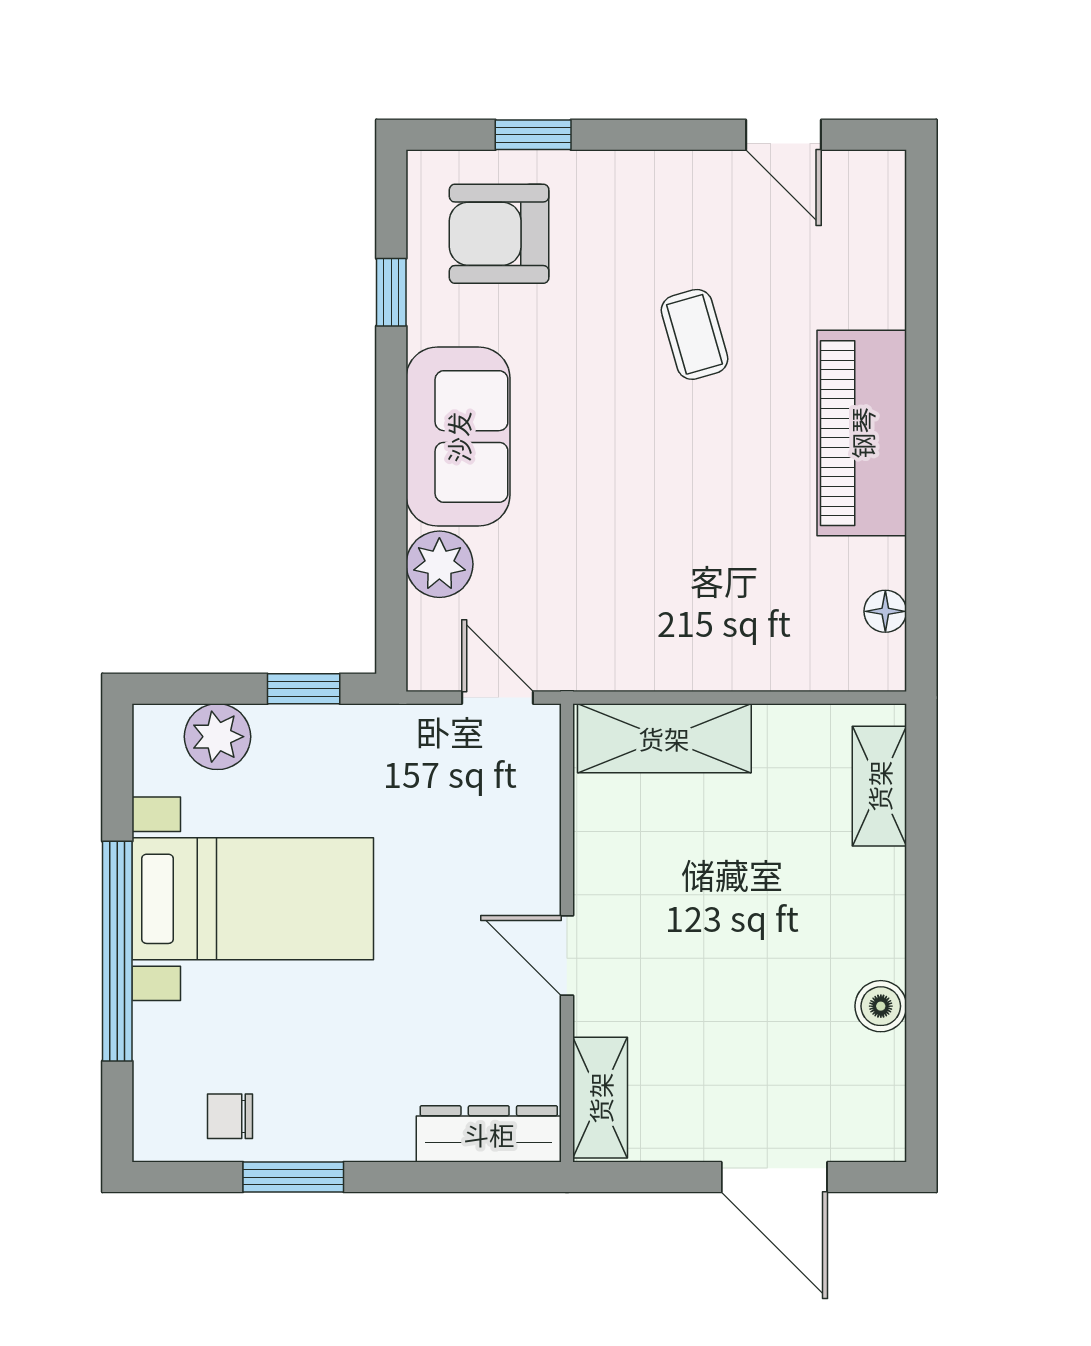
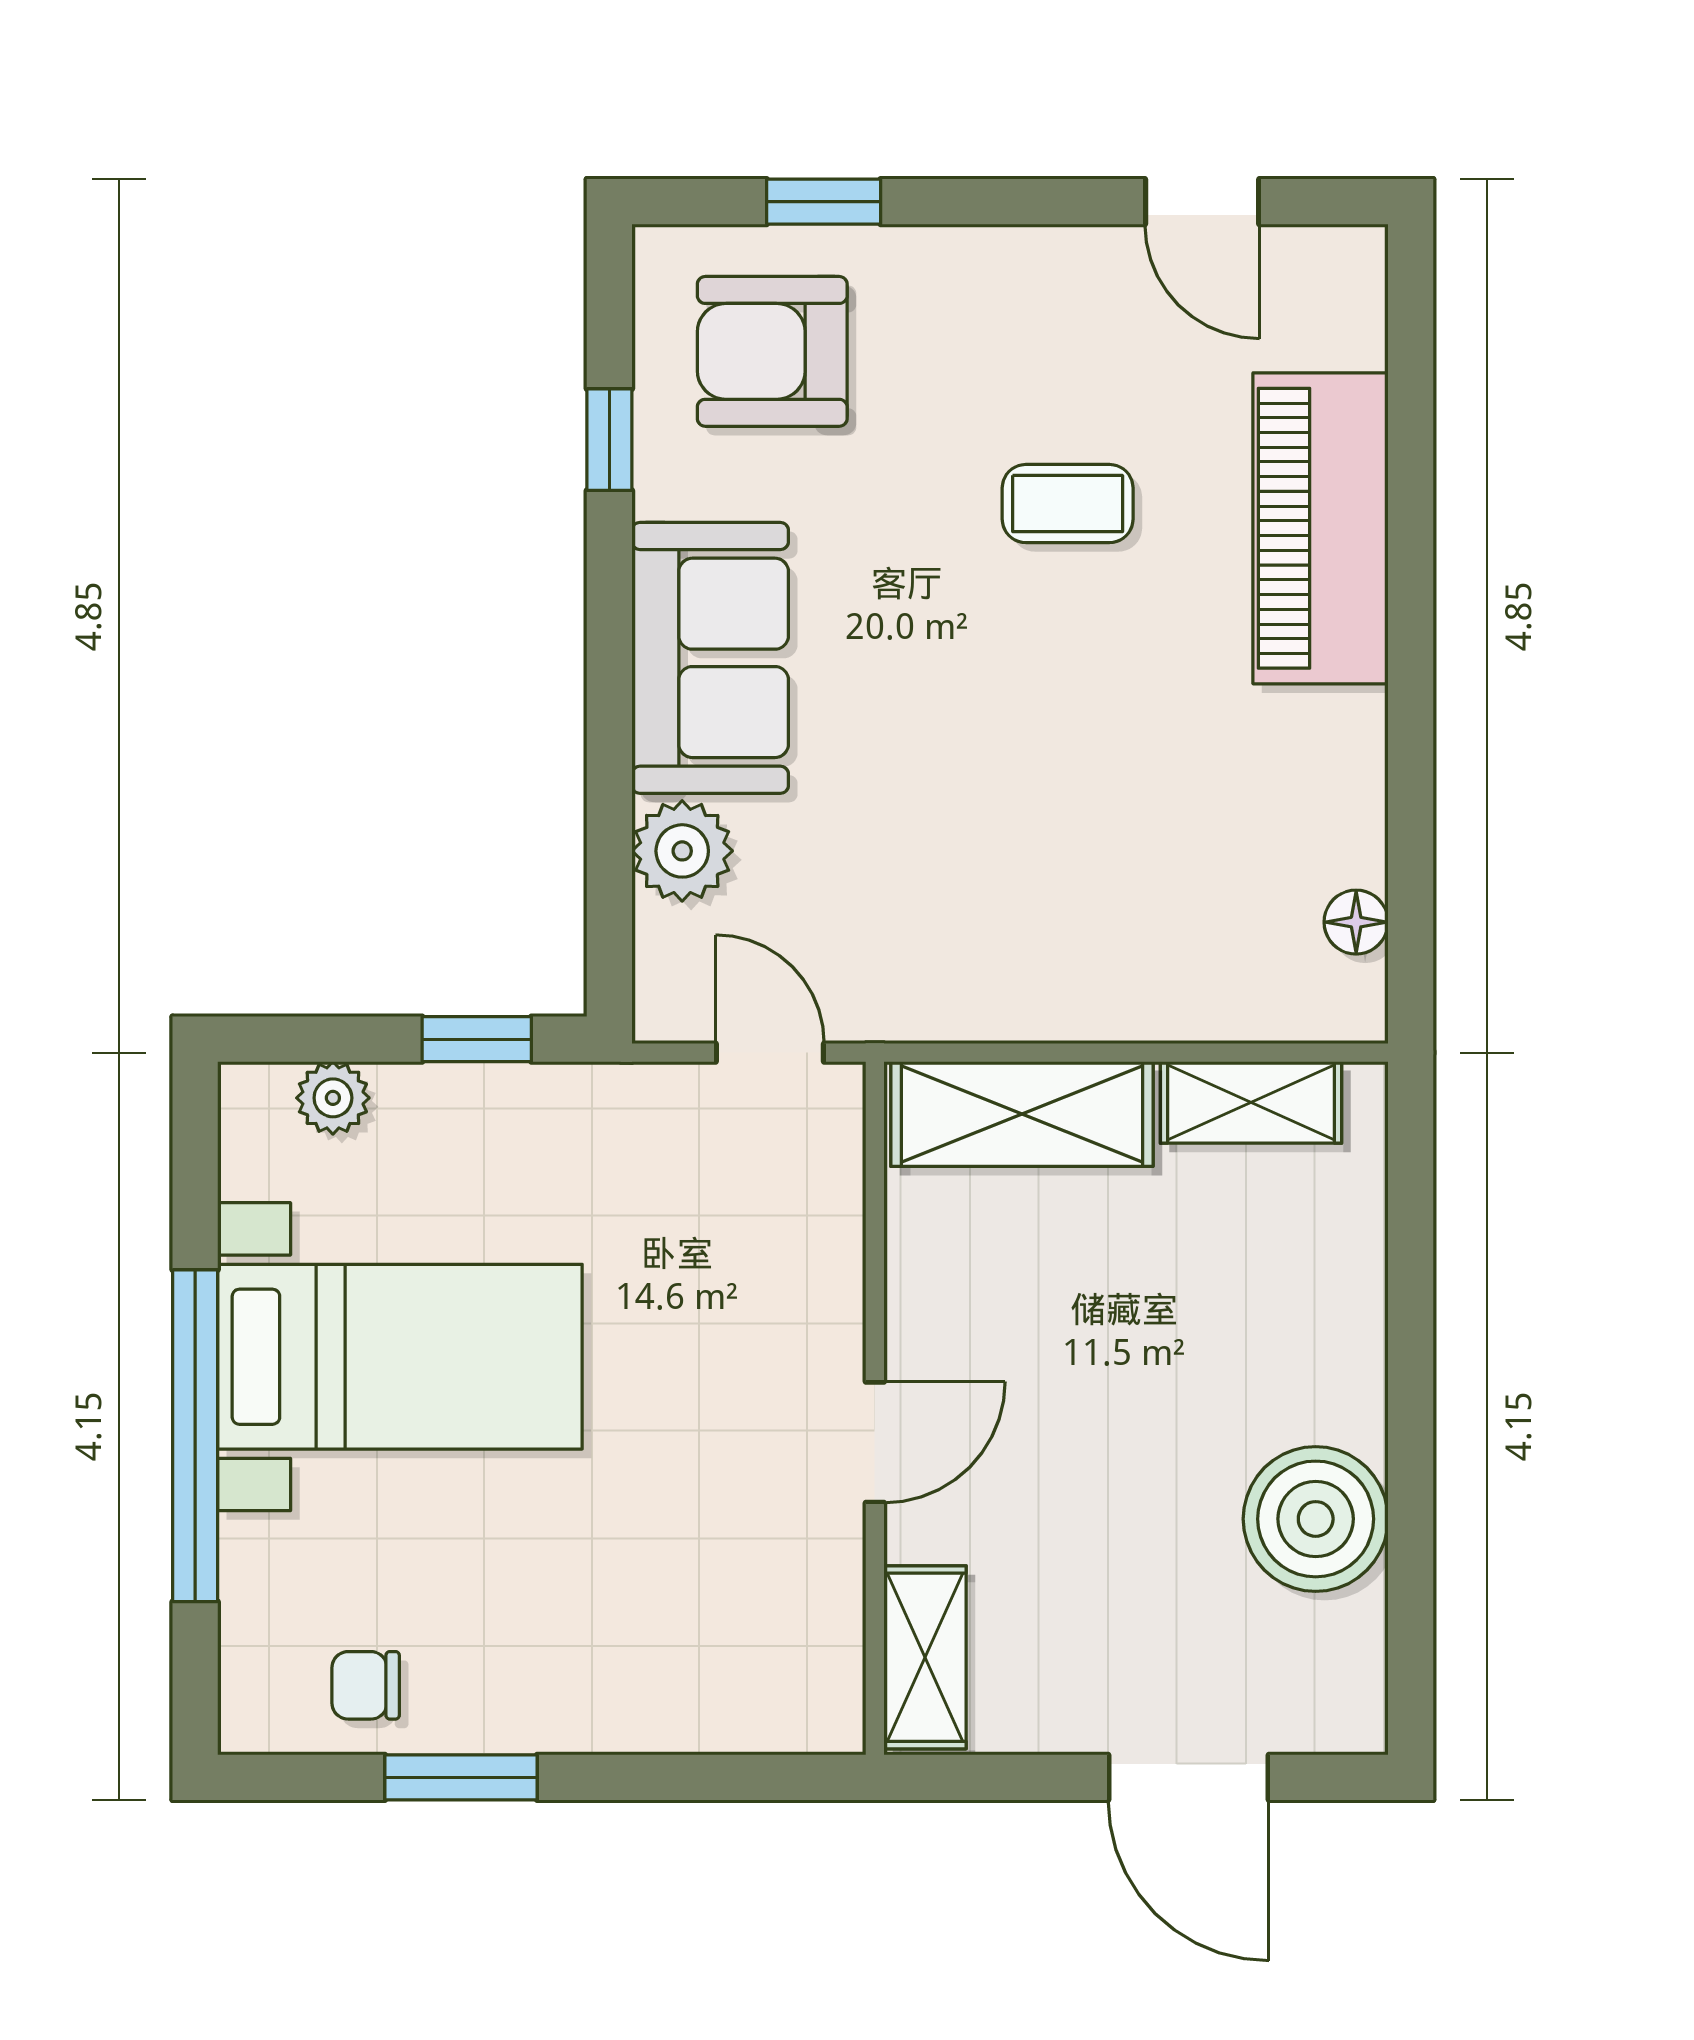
coffee table: (694, 334) -> (1068, 504), turned -74
piano: (862, 433) -> (1321, 528), moved
plant: (217, 737) -> (333, 1098), width x0.73, depth x0.73
shelving: (879, 786) -> (1251, 1102), moved, turned 90
door: (567, 955) -> (875, 1442), swing flipped
boiler: (881, 1006) -> (1316, 1519), width x1.86, depth x1.86
dresser: (489, 1134) -> (757, 1712), removed

